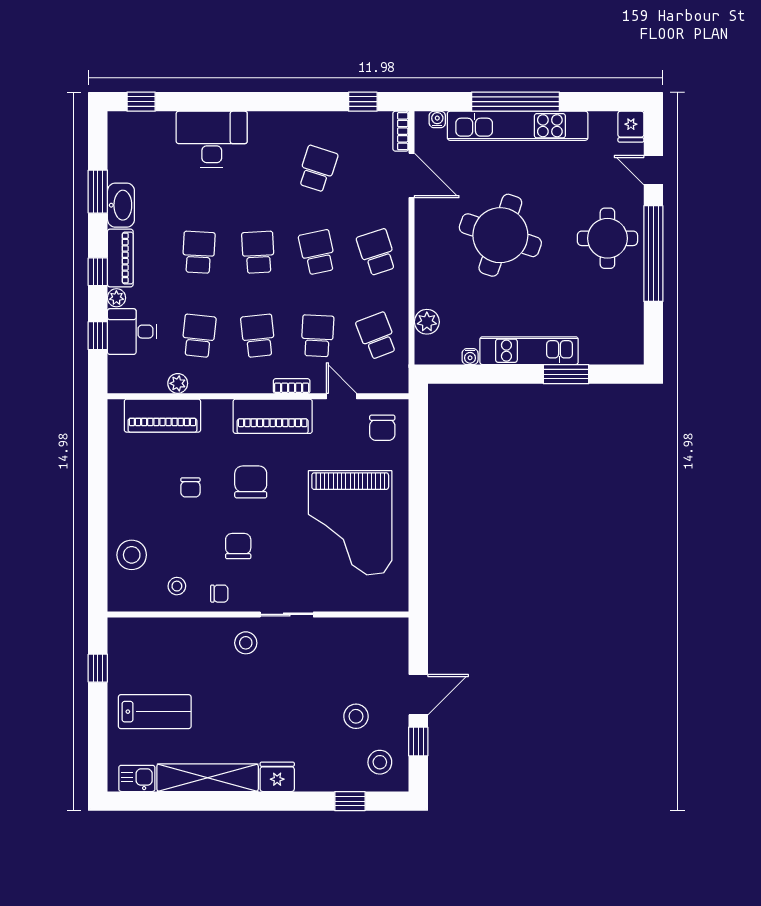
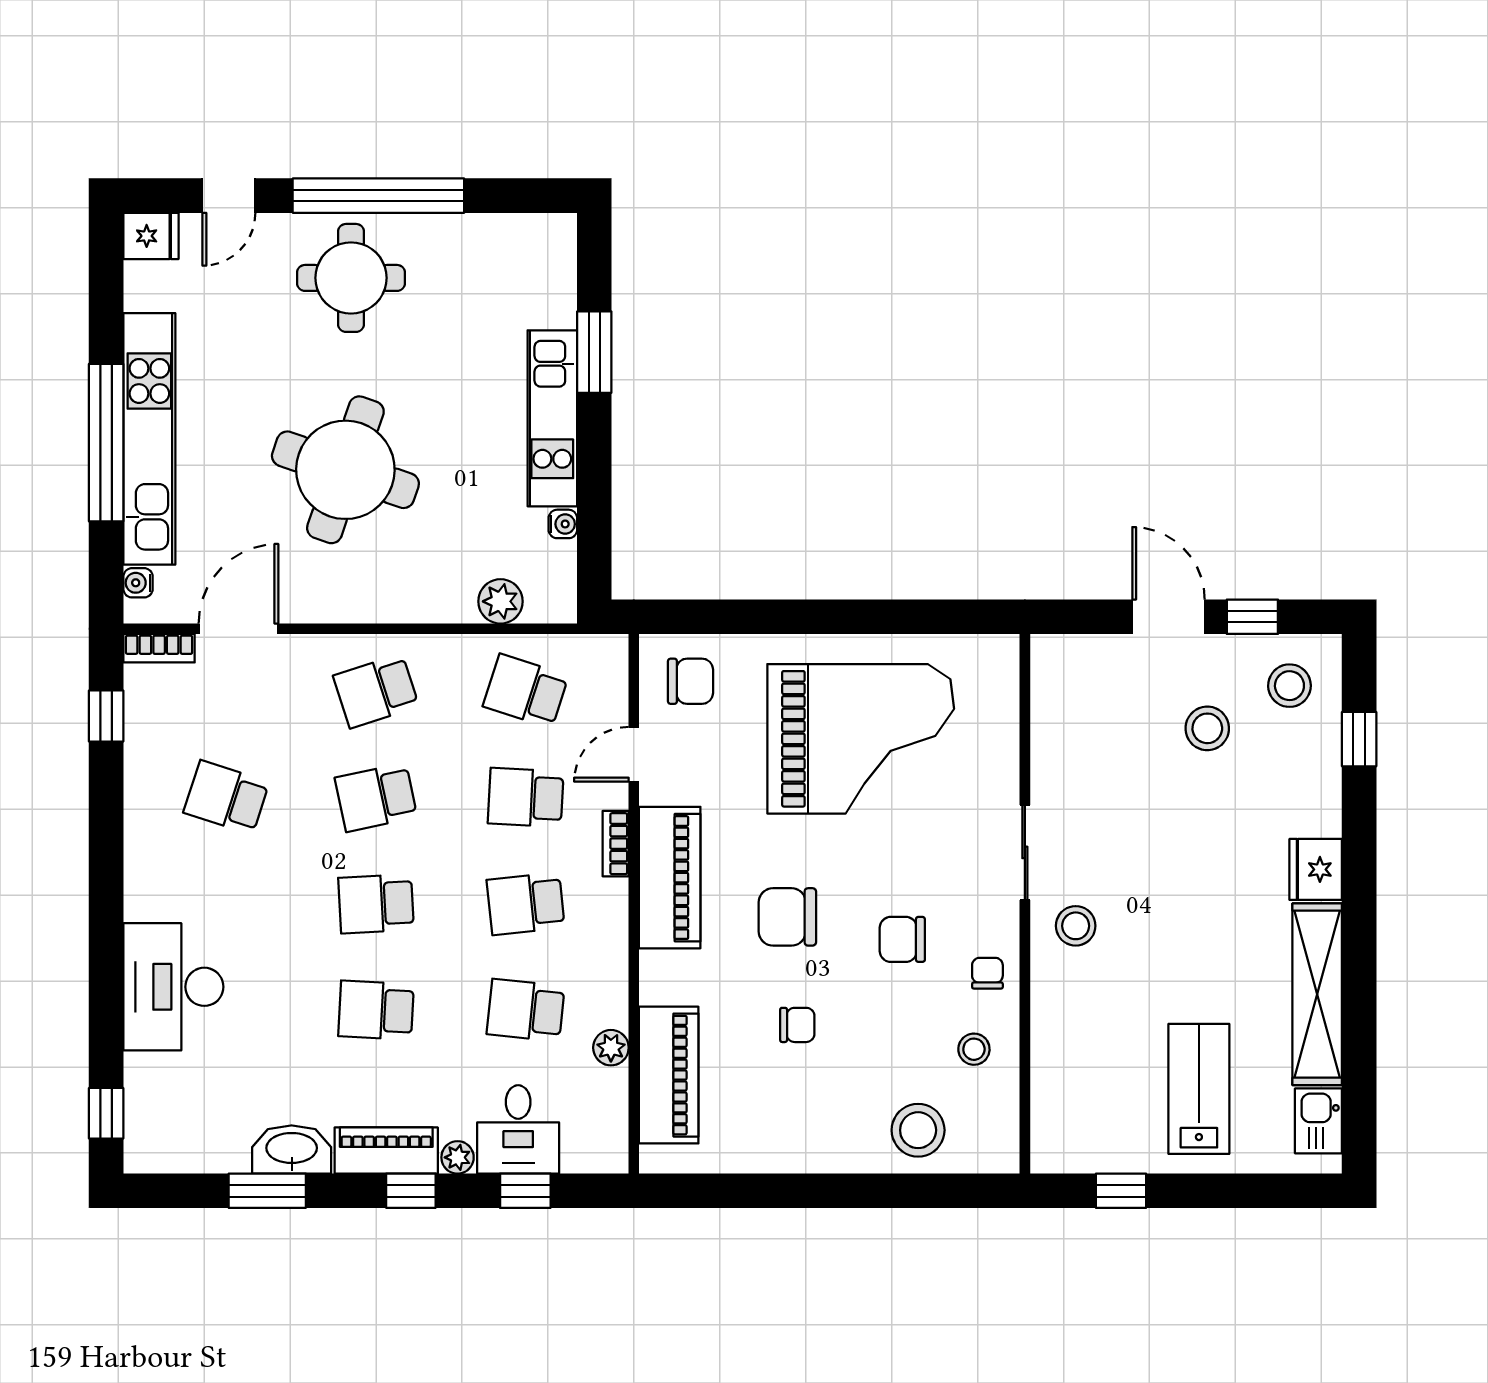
school desk: (377, 336) -> (526, 691), turned 39

